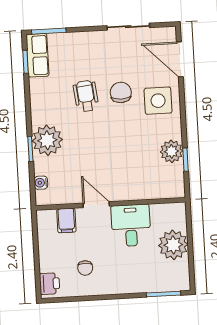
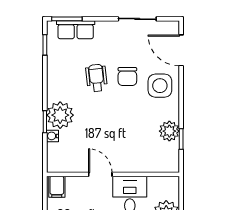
row of seats: (37, 55) -> (76, 30), moved, turned 90
chair: (121, 92) -> (127, 77), turned 180
water cooler: (41, 183) -> (52, 136), moved
filing cabinet: (66, 220) -> (57, 187), moved

